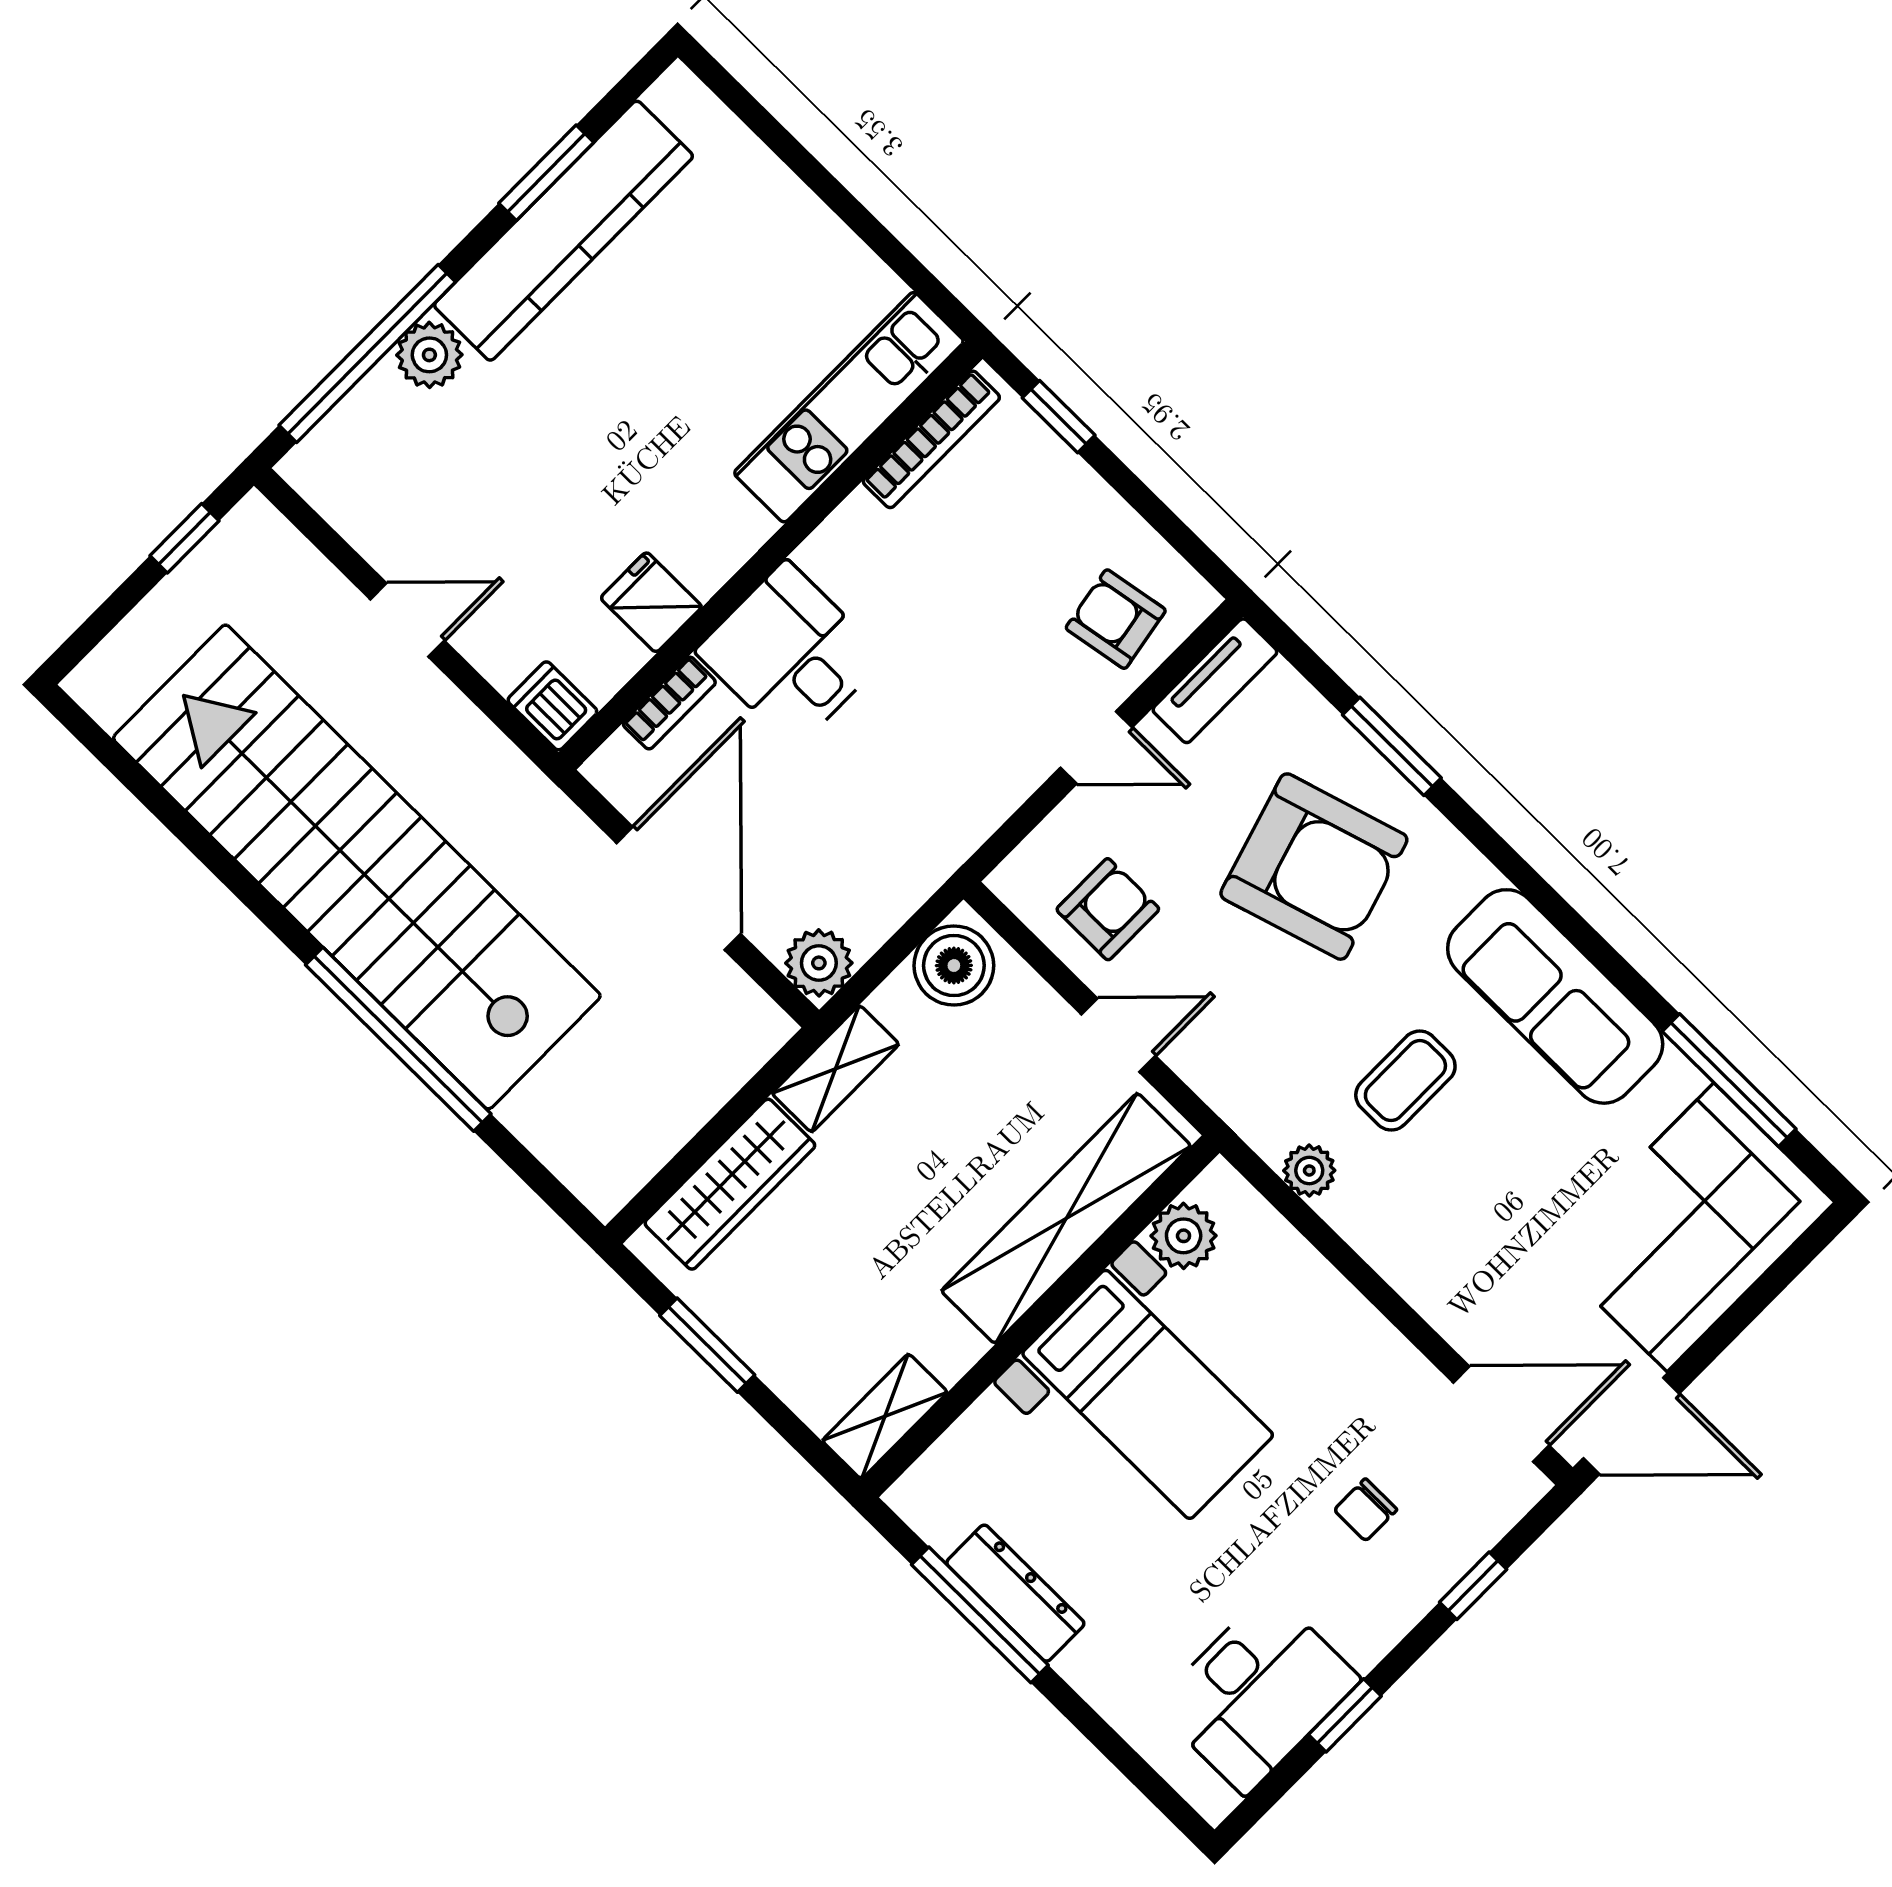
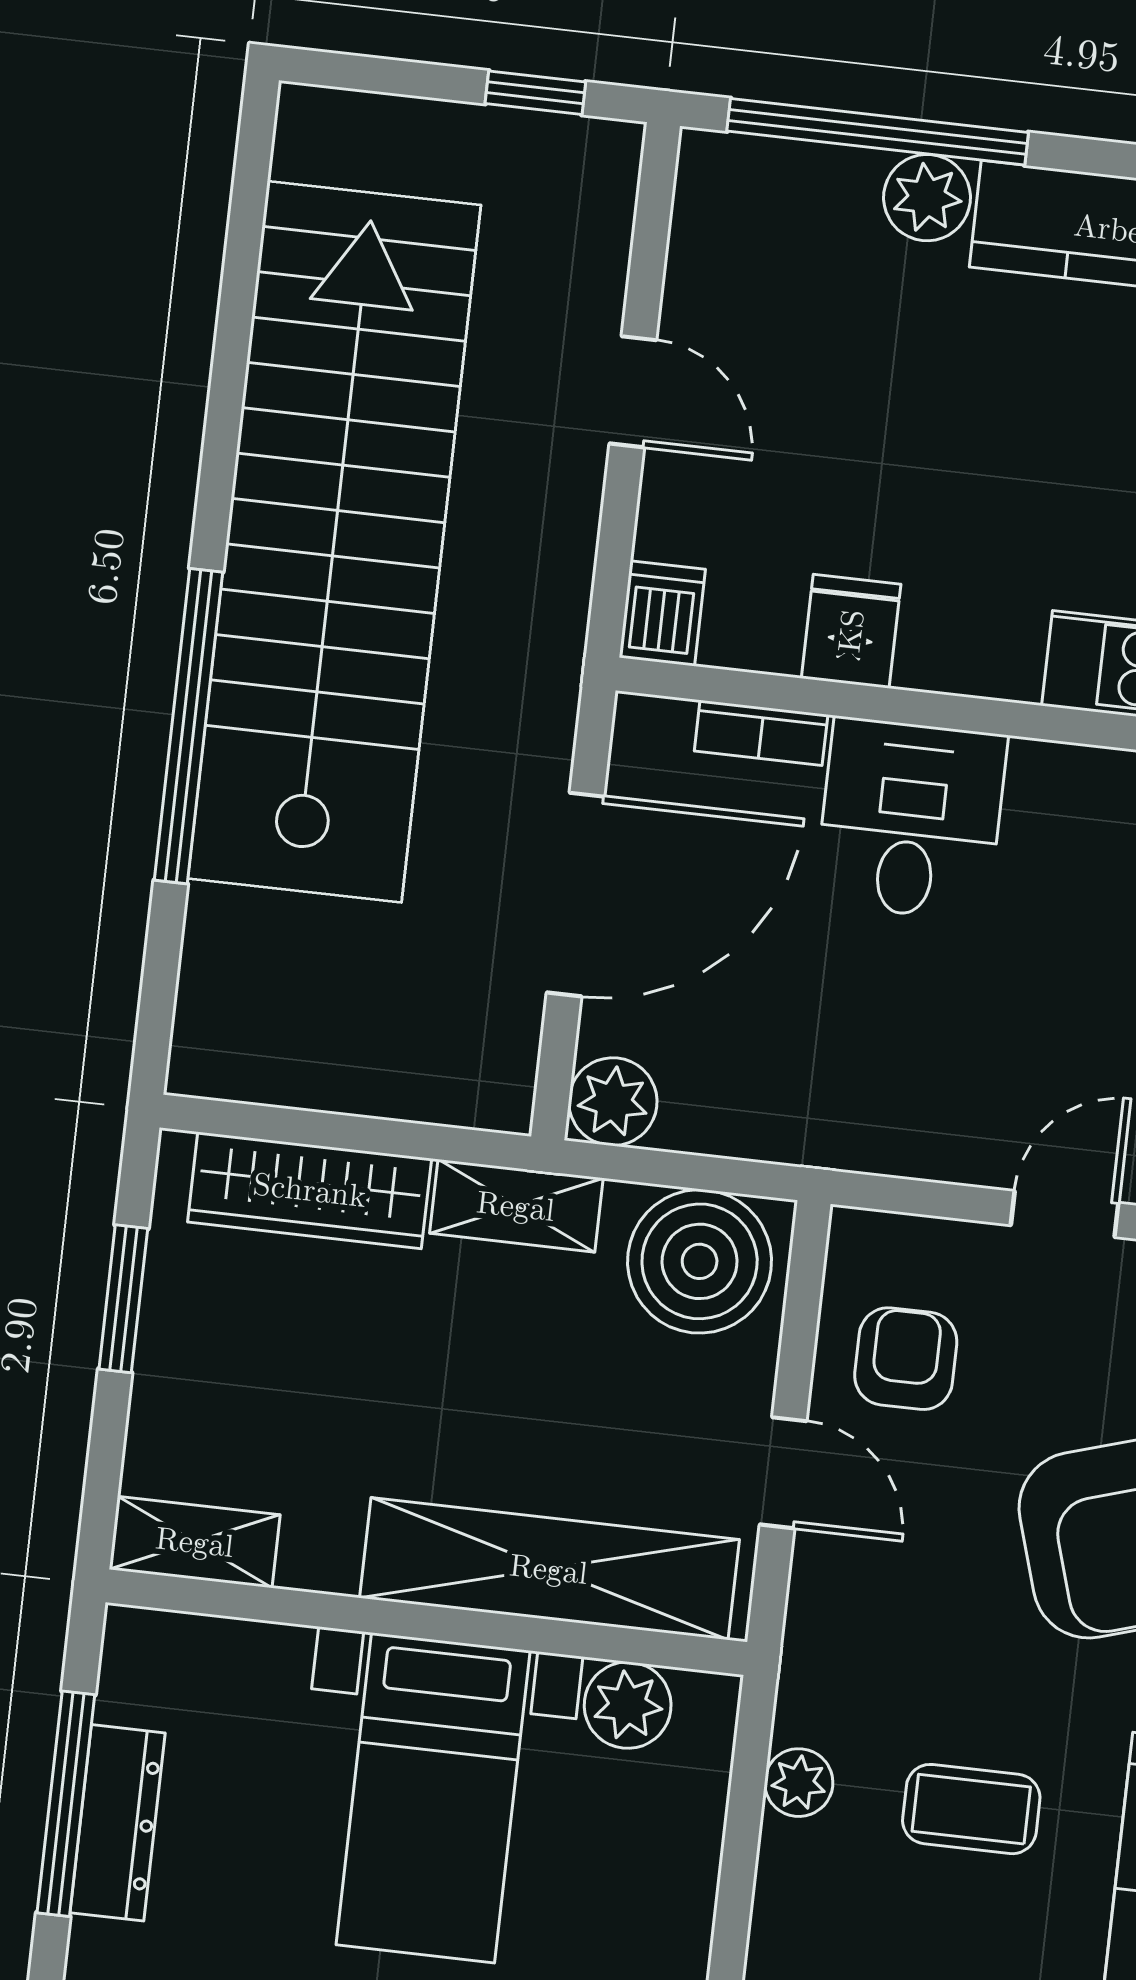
door: (1096, 748) -> (1065, 1214), swing flipped
armchair: (1108, 909) -> (906, 1359), turned -90
boiler: (954, 966) -> (700, 1261), width x1.37, depth x1.37

